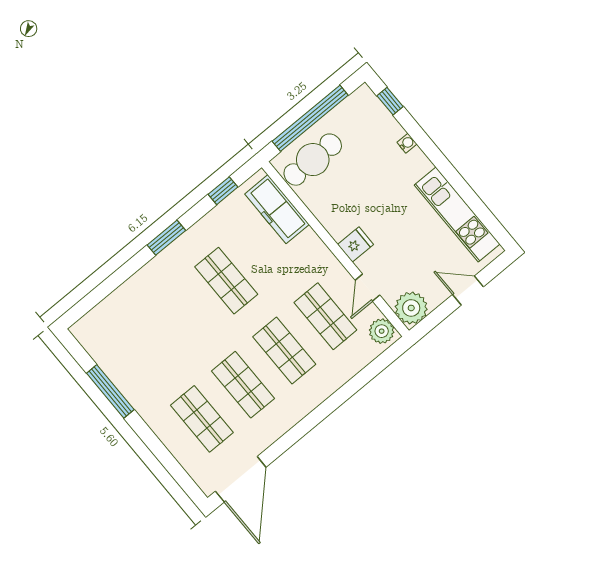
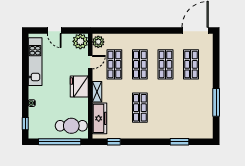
window: (166, 238) -> (180, 142), moved
fridge: (356, 244) -> (79, 87), width x1.88, depth x1.34
shelving: (317, 249) -> (97, 92), added

